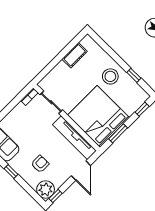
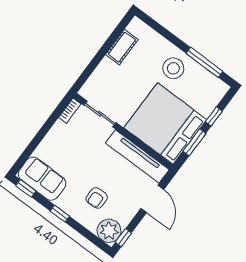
window: (134, 75) -> (204, 62), width x2.17
window: (142, 109) -> (214, 116), moved
armchair: (40, 164) -> (97, 198), turned 180

